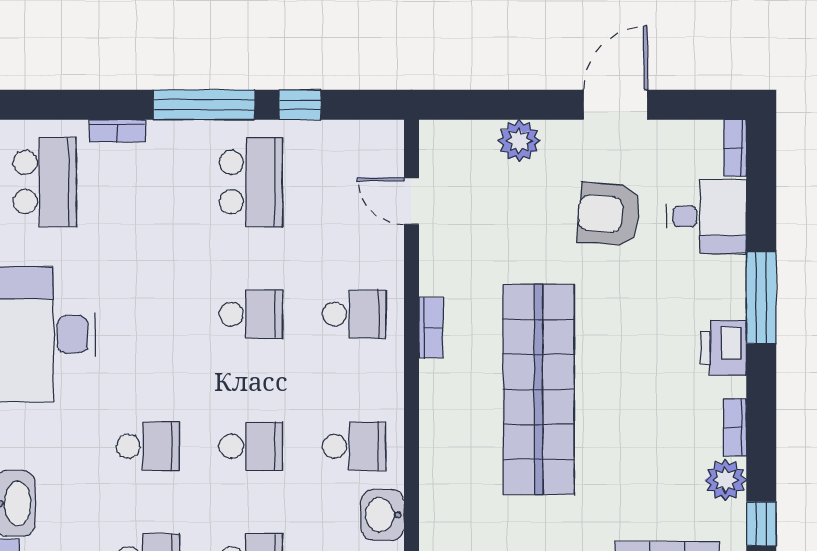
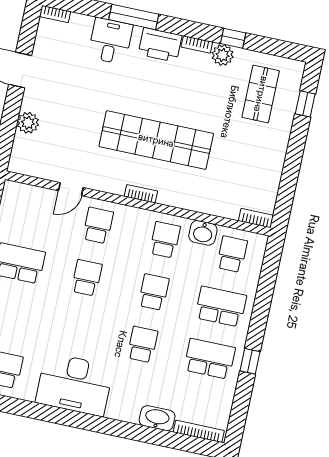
door: (411, 201) -> (71, 189), moved
armchair: (609, 214) -> (75, 85), removed
desk: (706, 216) -> (110, 41), moved
bookcase: (431, 328) -> (141, 194), moved
printer: (724, 348) -> (160, 45), width x1.37, depth x1.19
window: (761, 524) -> (233, 38), moved

